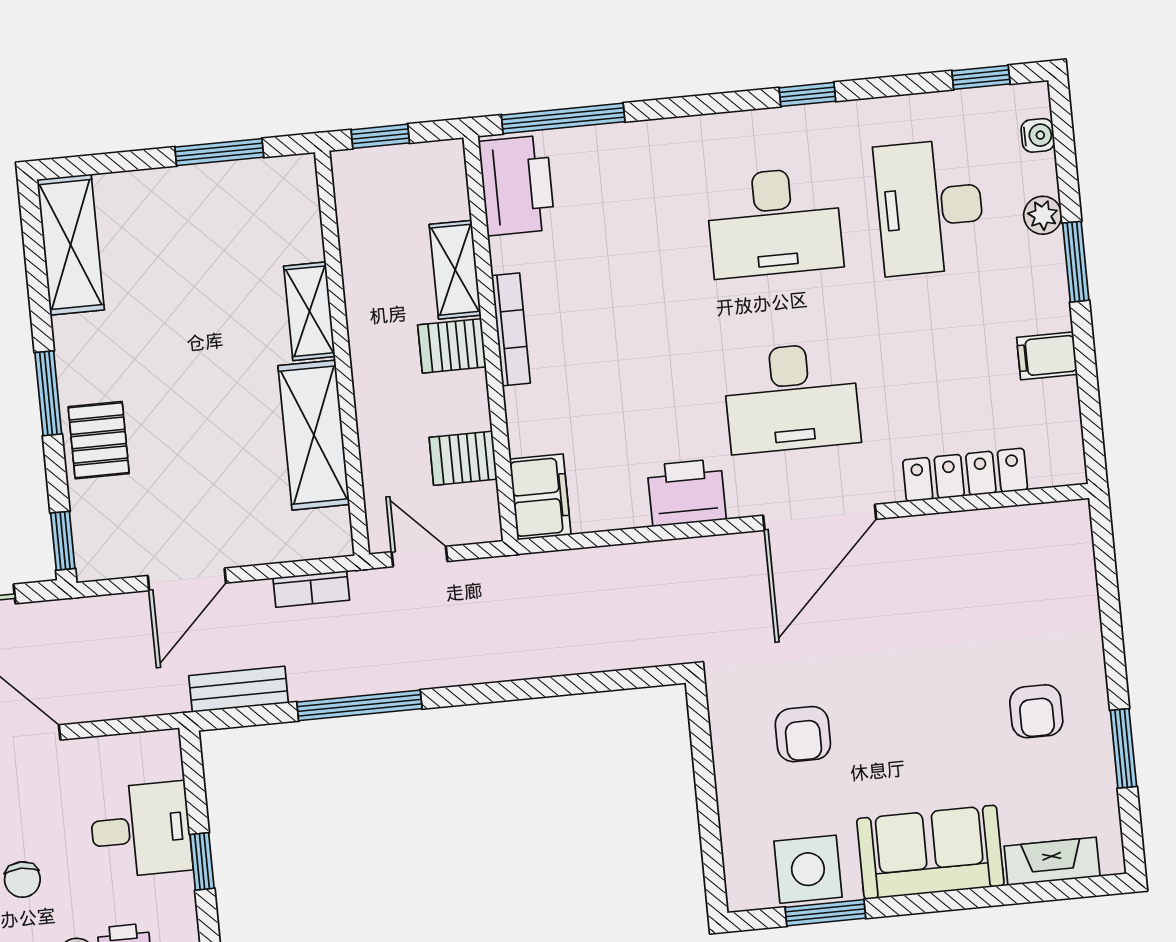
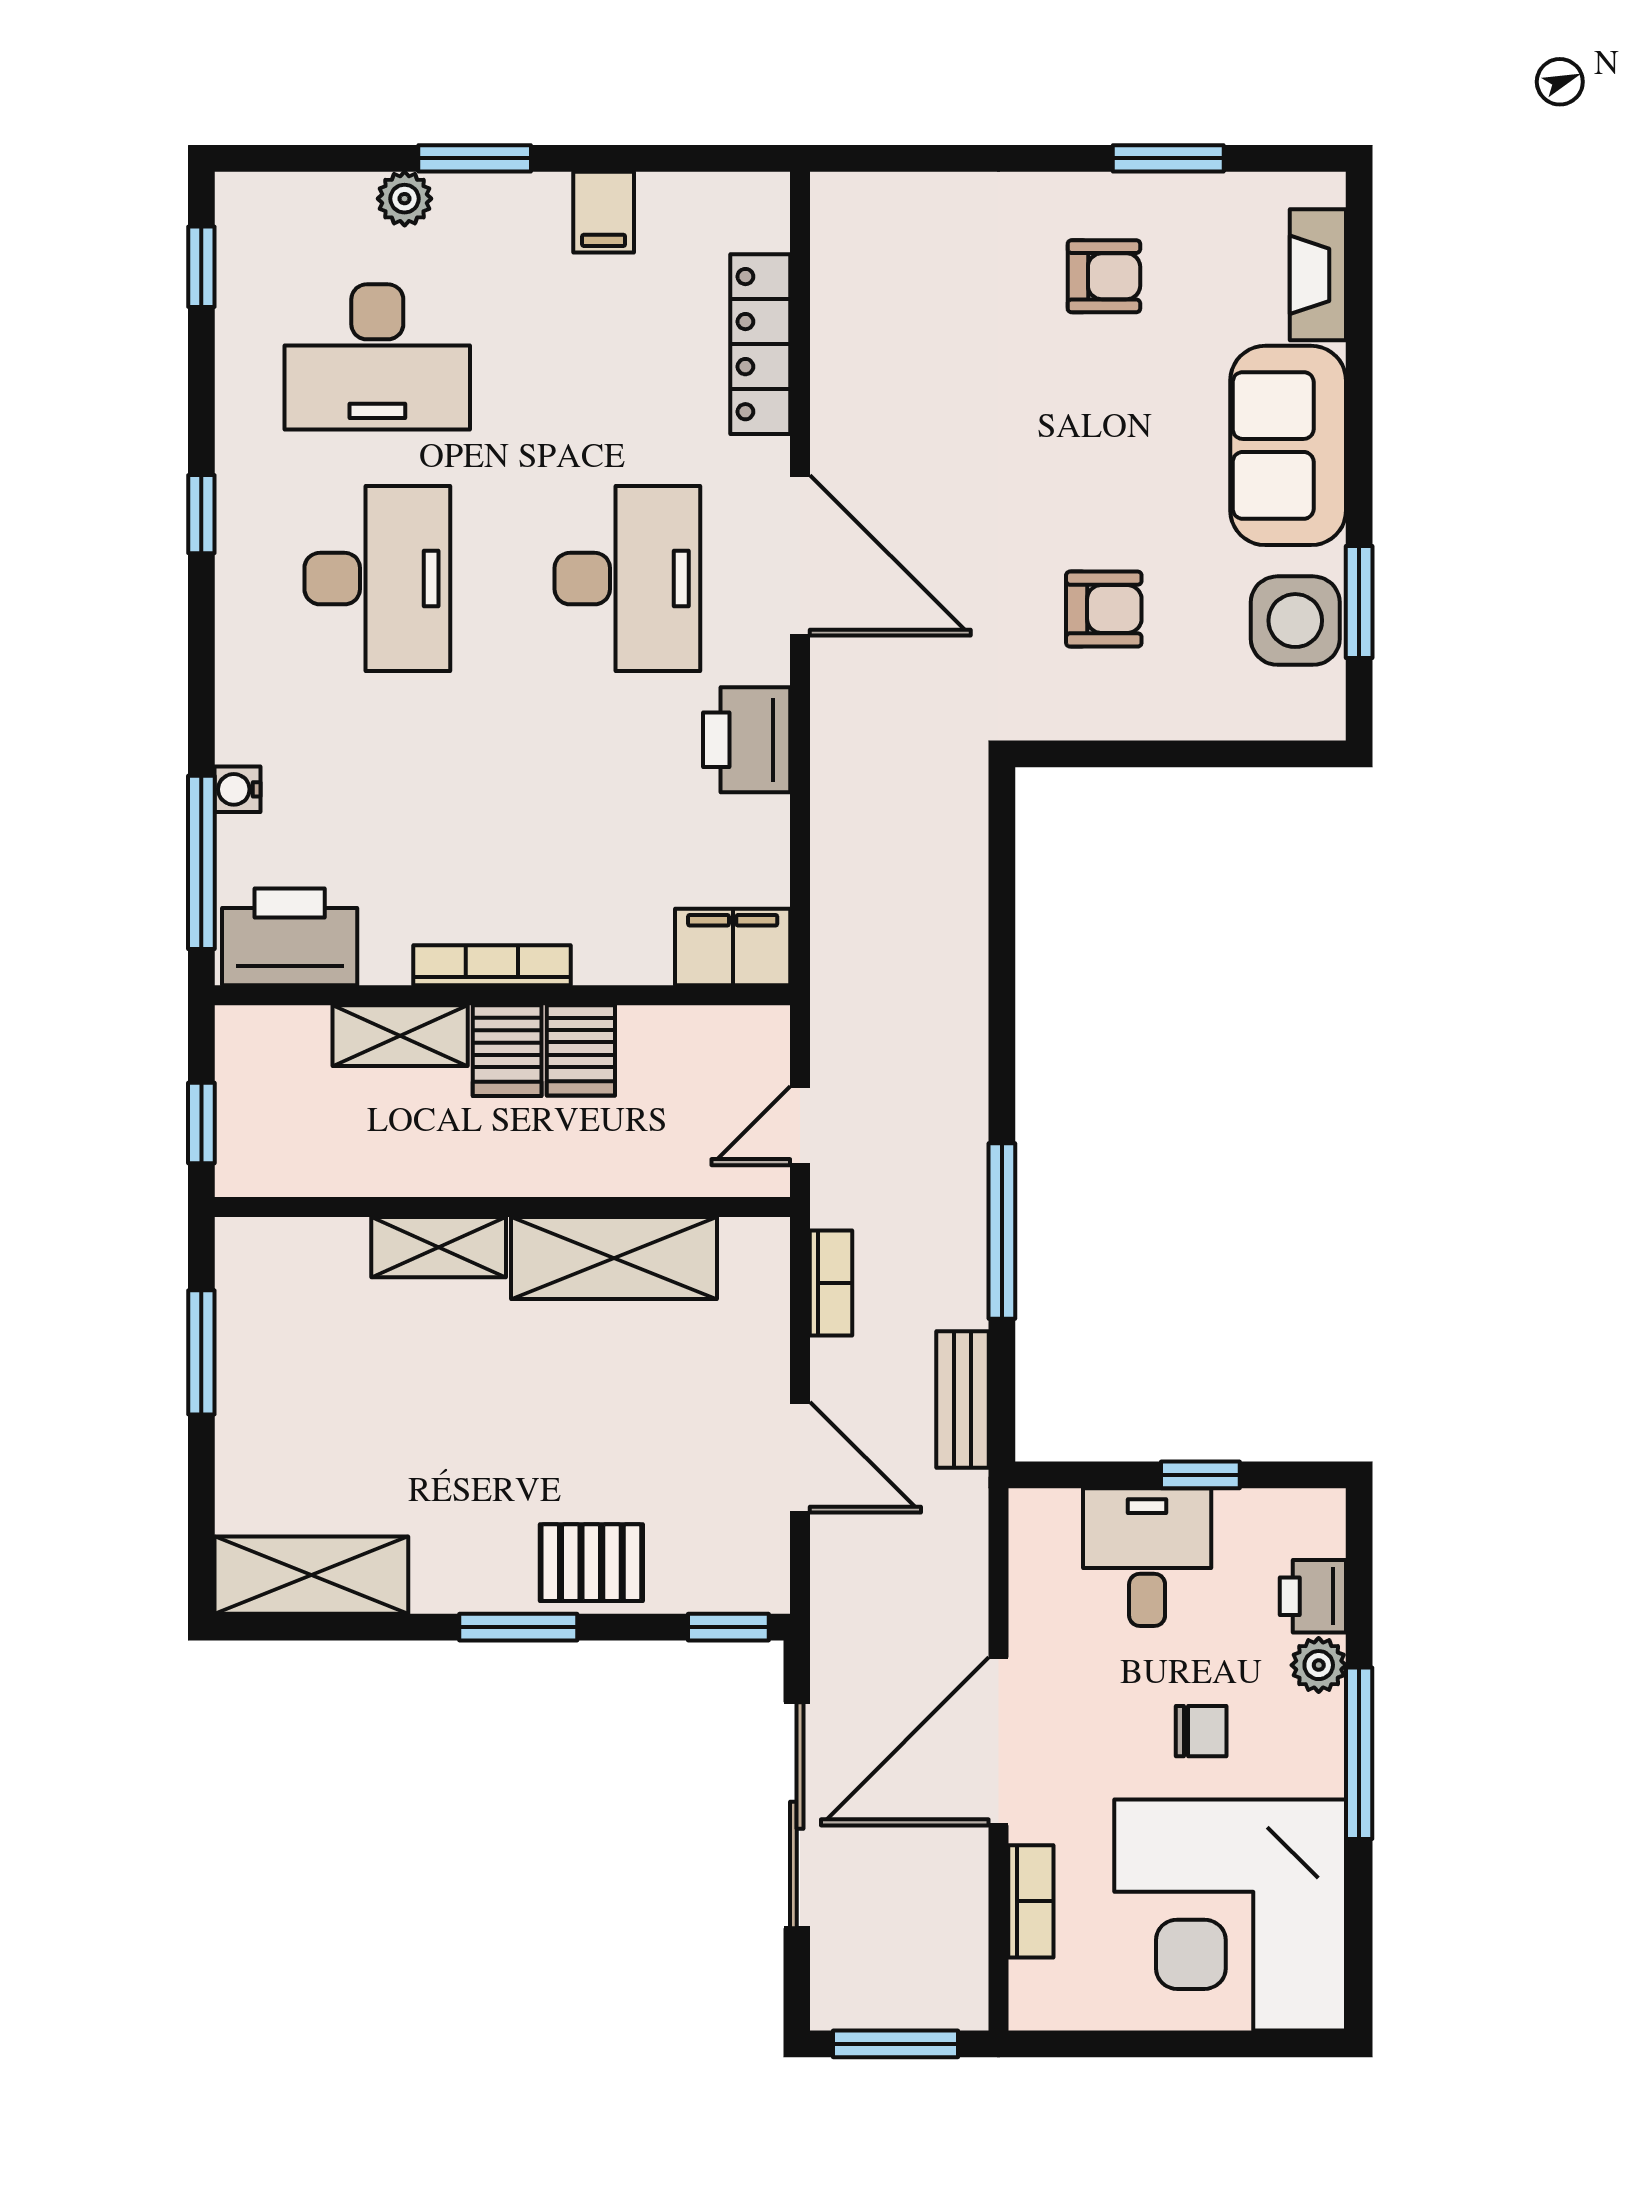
water cooler: (1038, 135) -> (237, 789), moved, turned -90
server rack: (463, 458) -> (581, 1050), moved

